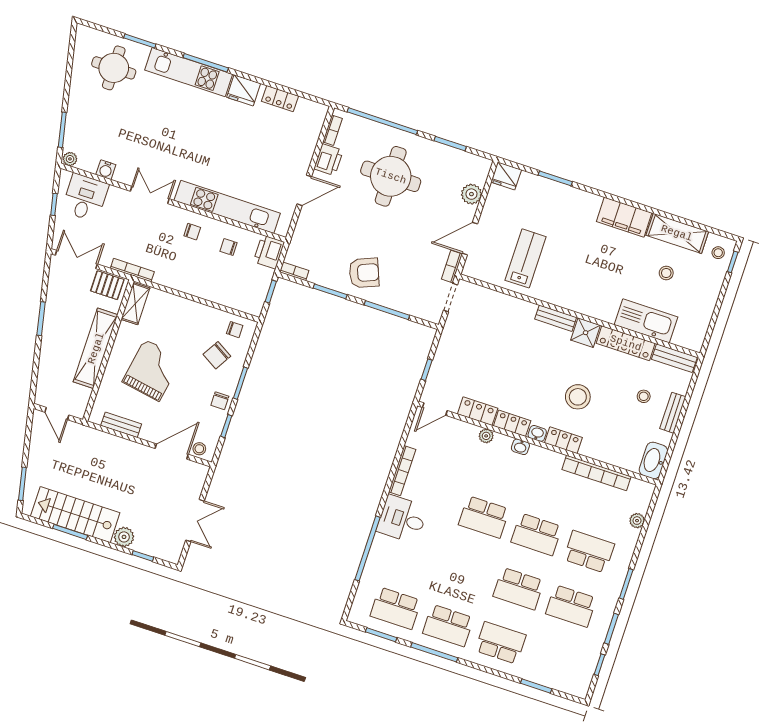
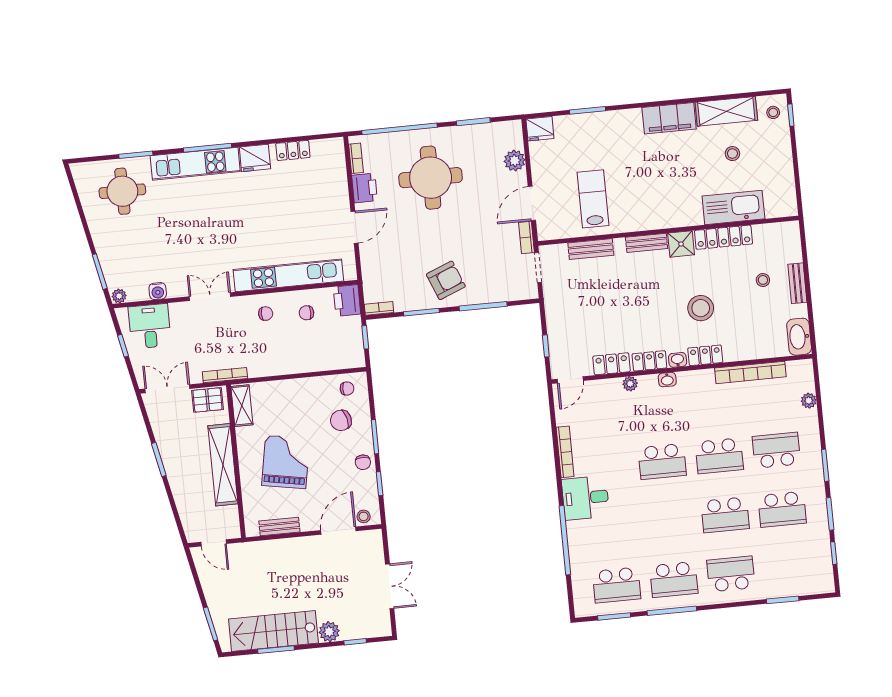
chair: (217, 355) -> (341, 420), turned 45
bench: (674, 358) -> (591, 249), moved

